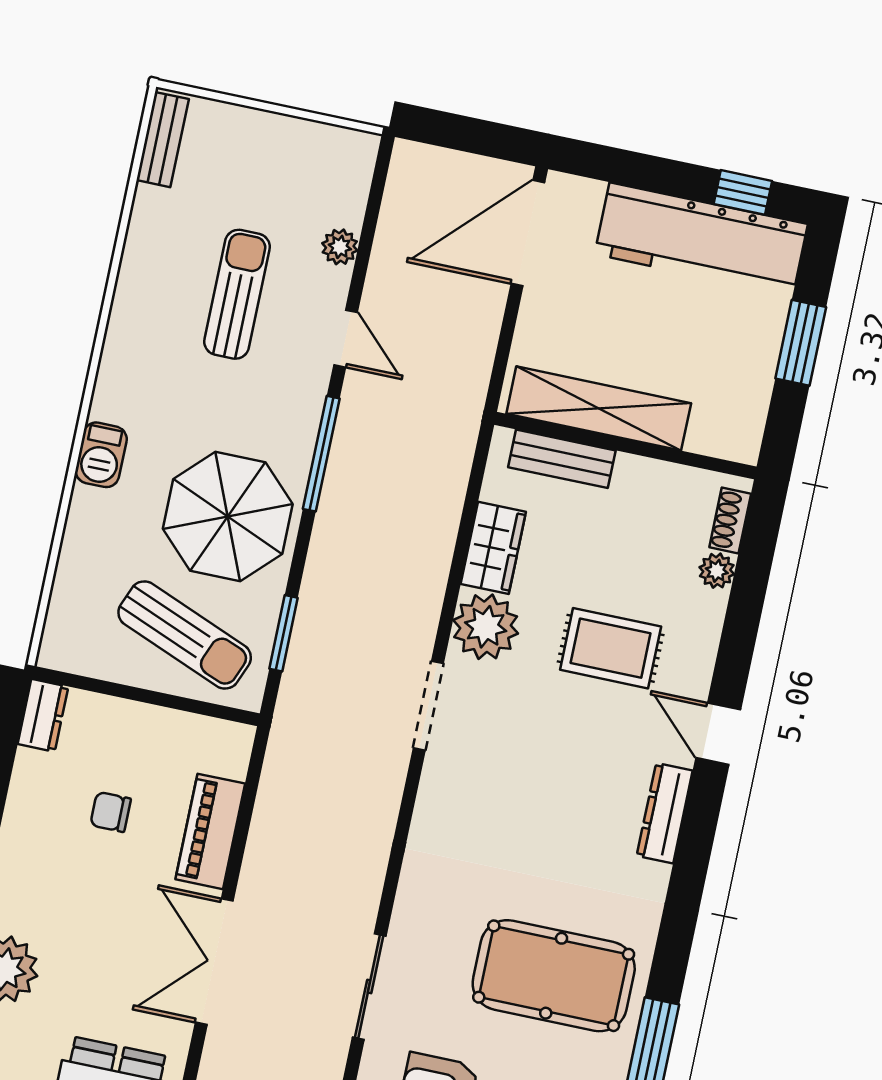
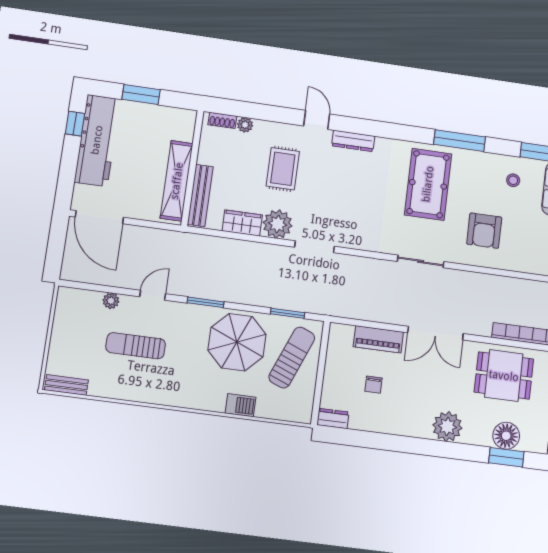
window: (321, 454) -> (206, 302), width x0.69
barbecue: (101, 455) -> (241, 405), moved
bench: (562, 459) -> (200, 195), width x1.36
door: (718, 734) -> (317, 120), swing flipped
sliding door: (369, 986) -> (421, 261), moved

